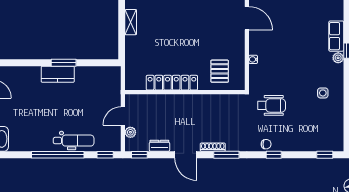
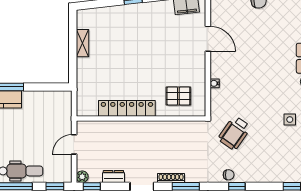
pallet: (220, 71) -> (178, 96), turned 90
wheelchair: (272, 105) -> (234, 133), turned 125
plant: (130, 132) -> (82, 177), moved

